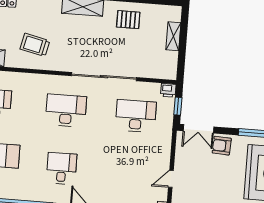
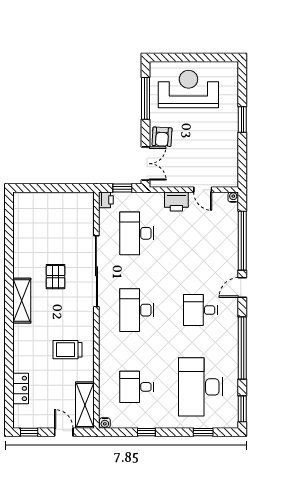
pallet: (128, 20) -> (56, 277), moved
shelving: (173, 36) -> (46, 199), removed
trolley: (35, 45) -> (68, 350), turned 77
printer: (162, 154) -> (176, 202), added

